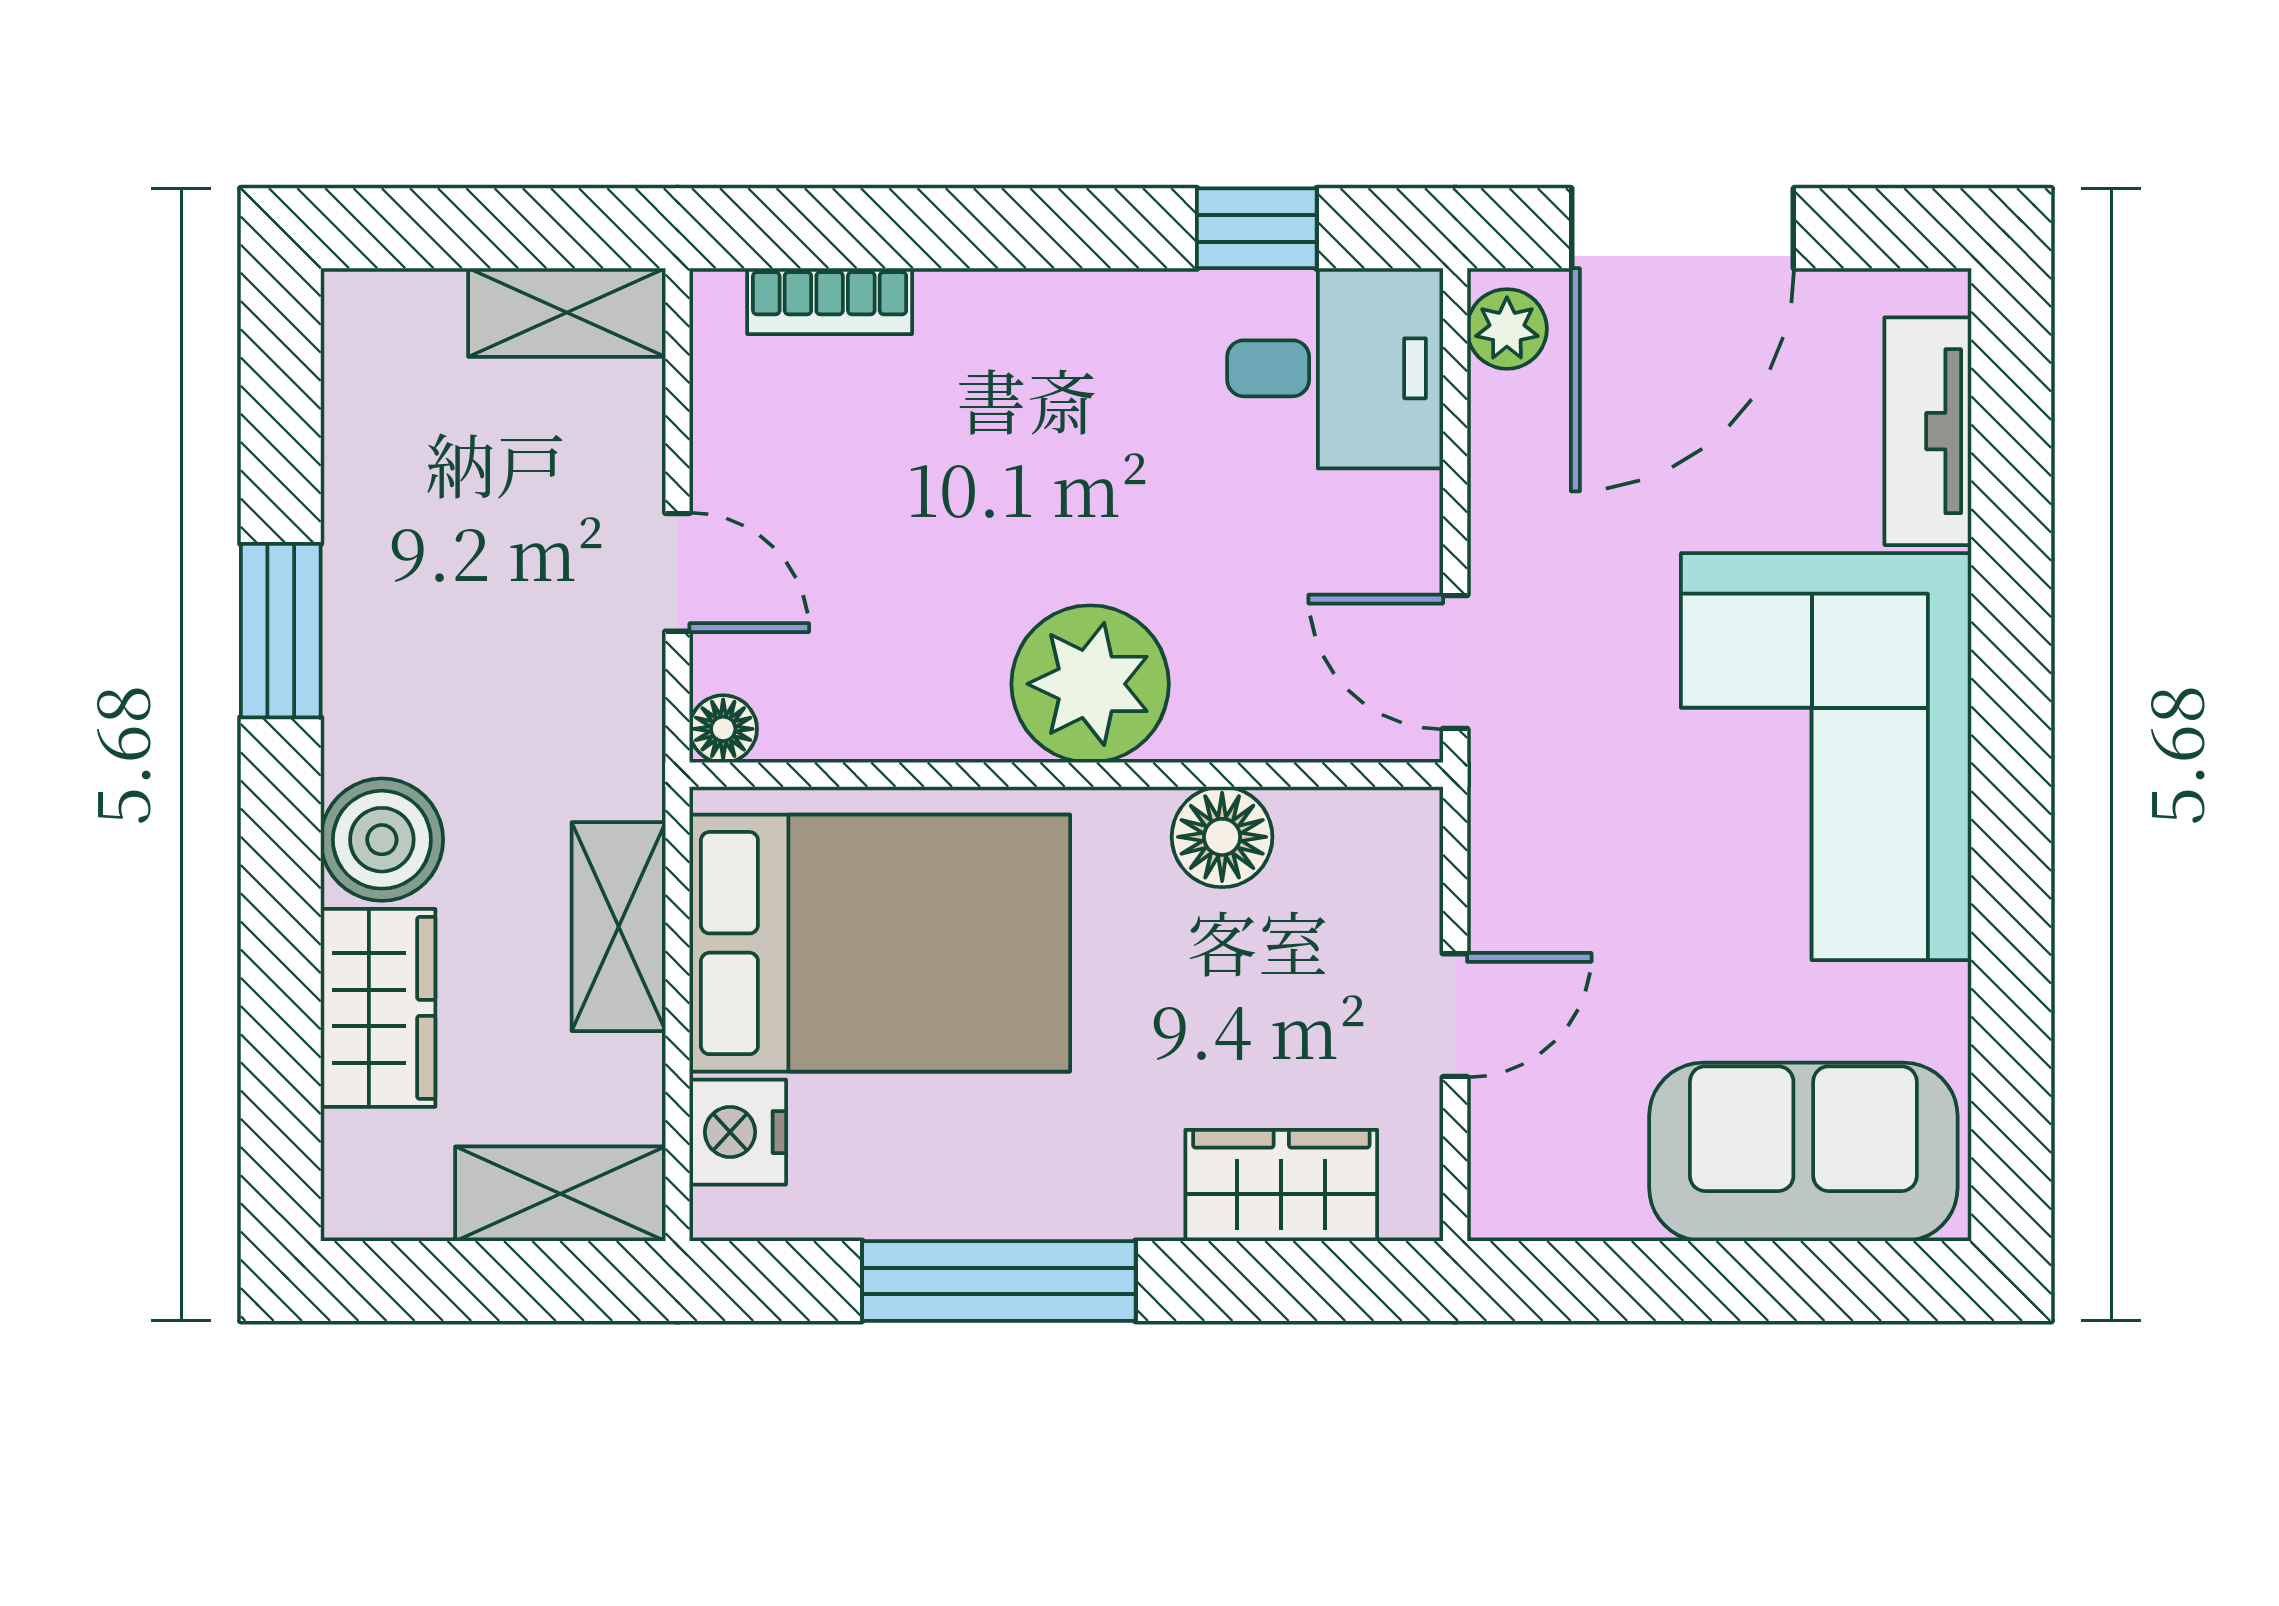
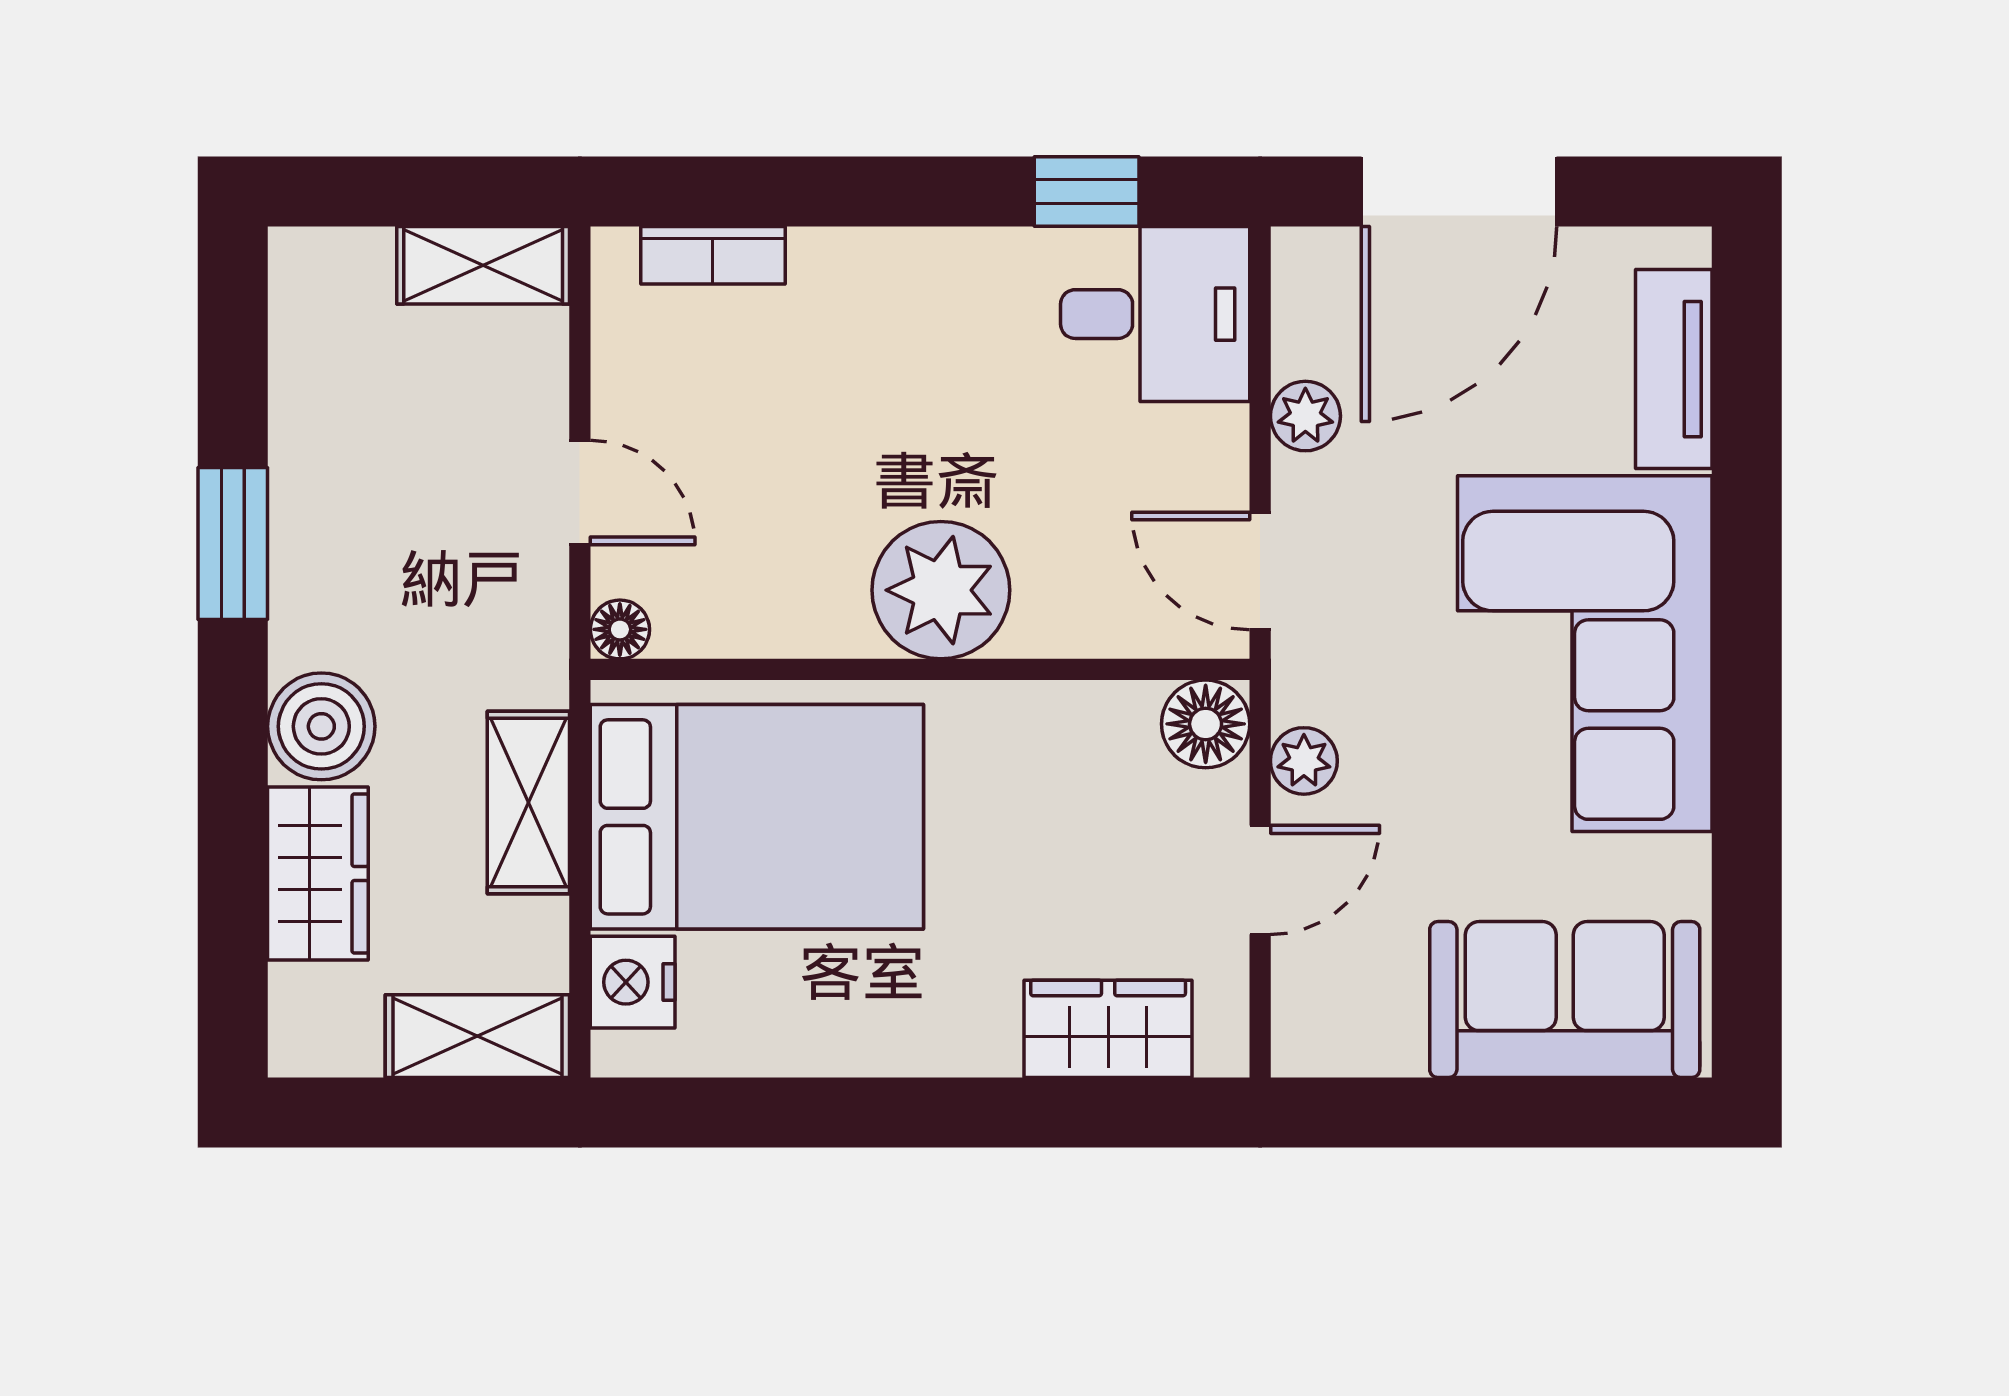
plant: (1507, 329) -> (1305, 416), moved
floor lamp: (1222, 837) -> (1206, 724), moved
plant: (1505, 879) -> (1304, 761), added
window: (999, 1281) -> (861, 1112), removed

